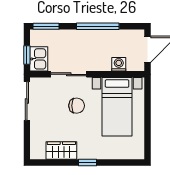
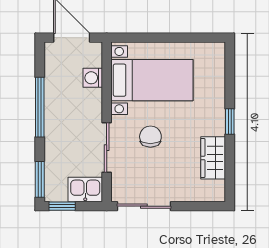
window: (27, 55) -> (62, 206), moved

